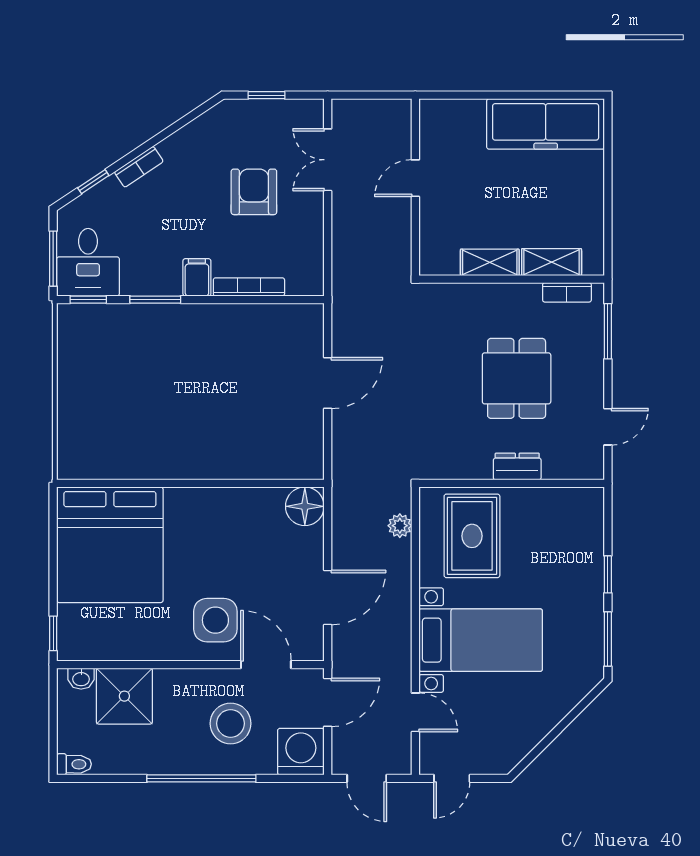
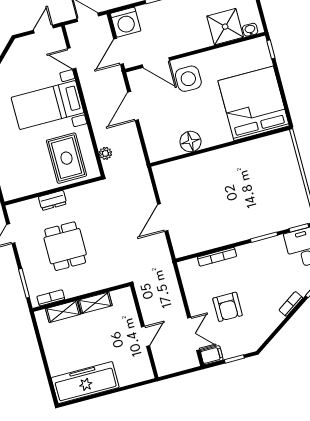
filing cabinet: (197, 277) -> (212, 355), moved, turned -90
floor lamp: (305, 506) -> (190, 142), moved
stool: (231, 723) -> (166, 27), removed

